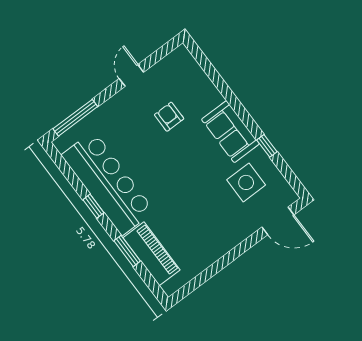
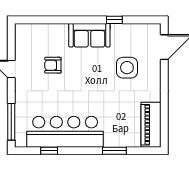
side table: (246, 182) -> (127, 68), moved
window: (93, 206) -> (49, 151), moved
piano: (152, 254) -> (151, 125), moved, turned -90

